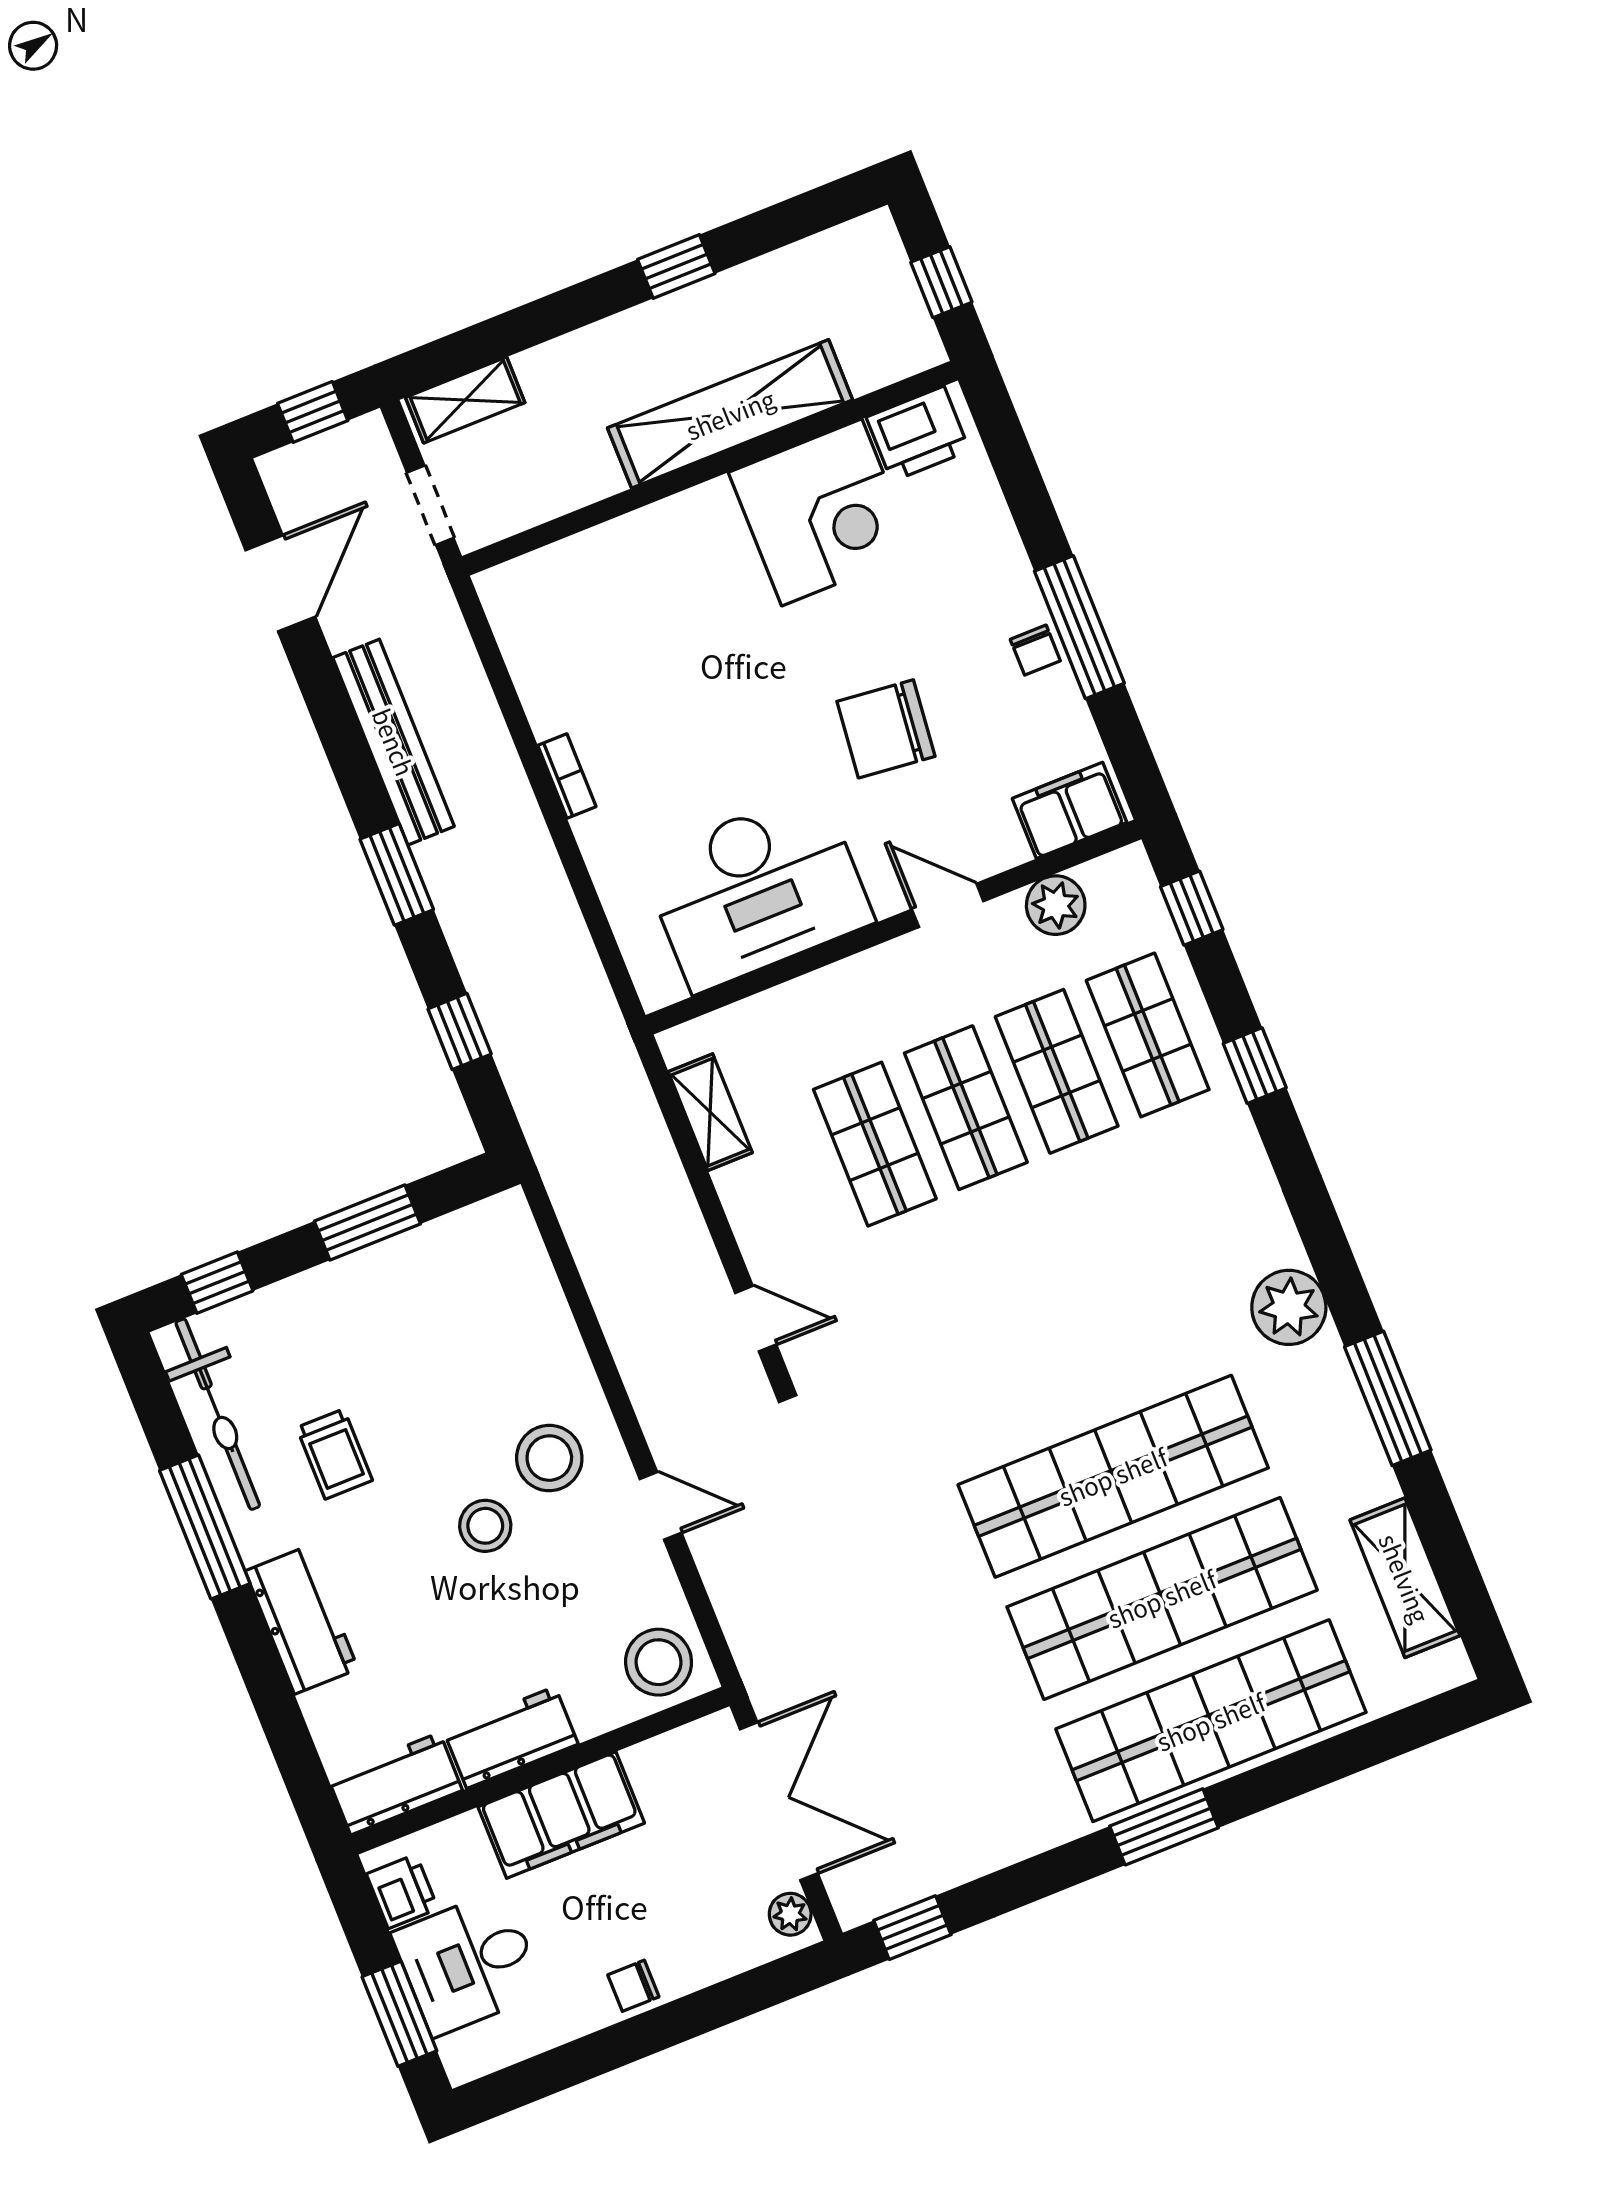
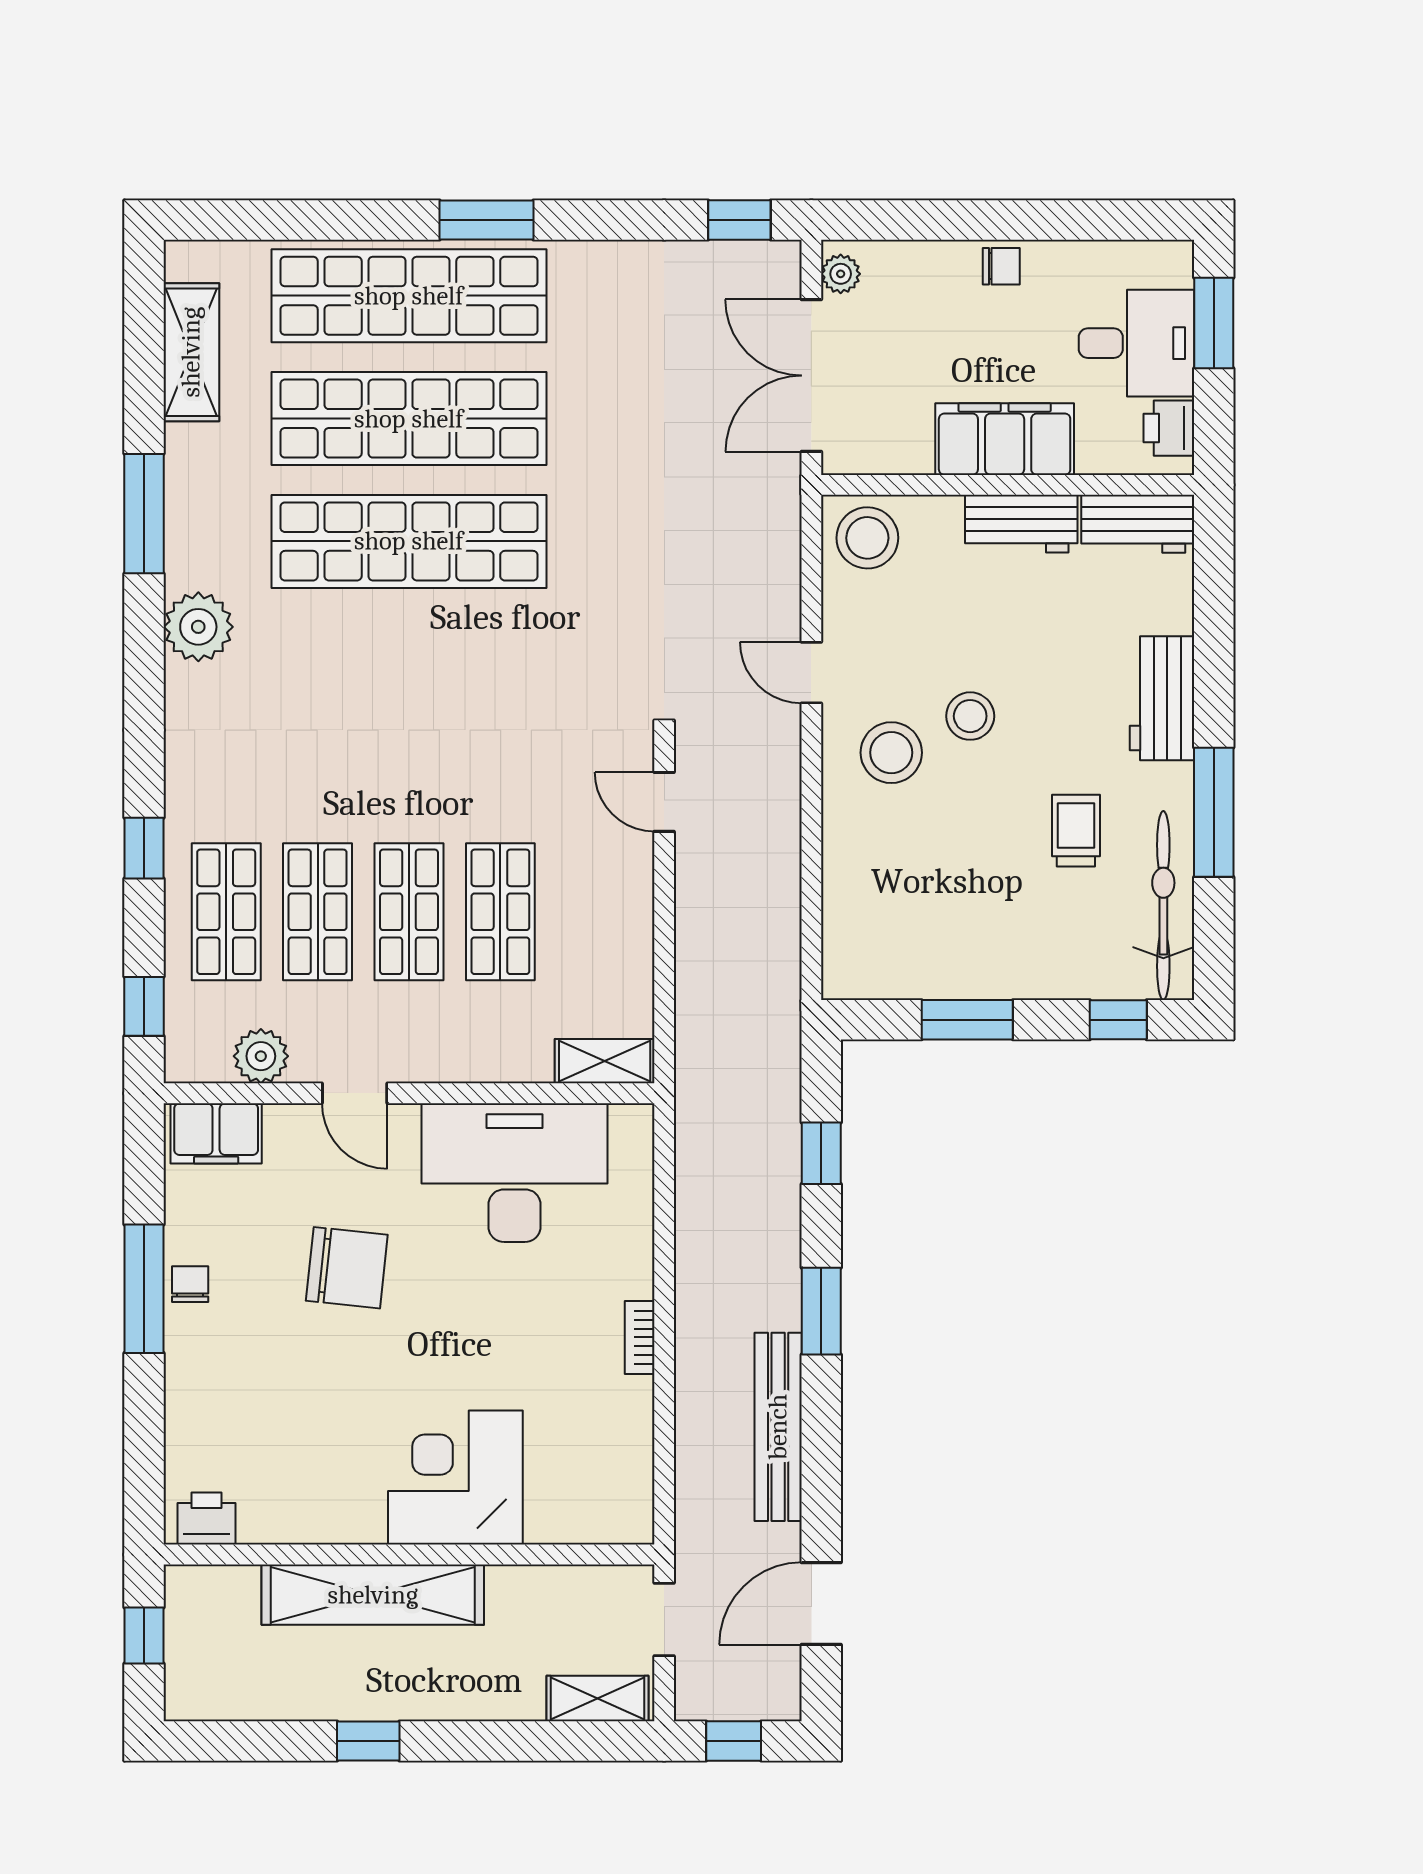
printer: (918, 434) -> (207, 1519), width x0.73, depth x0.81
corner desk: (822, 512) -> (455, 1477), moved
shelving: (710, 1112) -> (605, 1061), moved, turned 90

